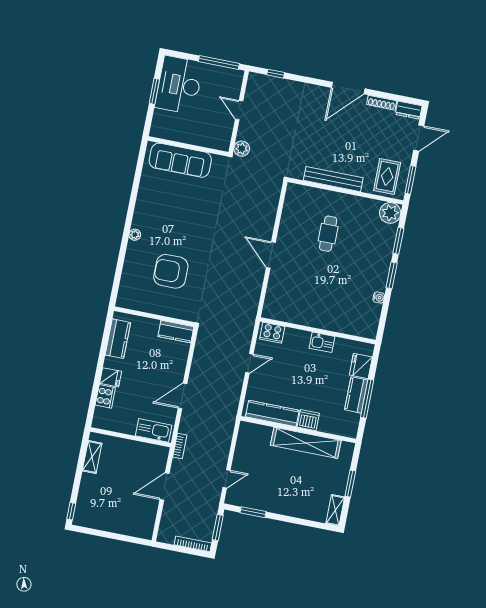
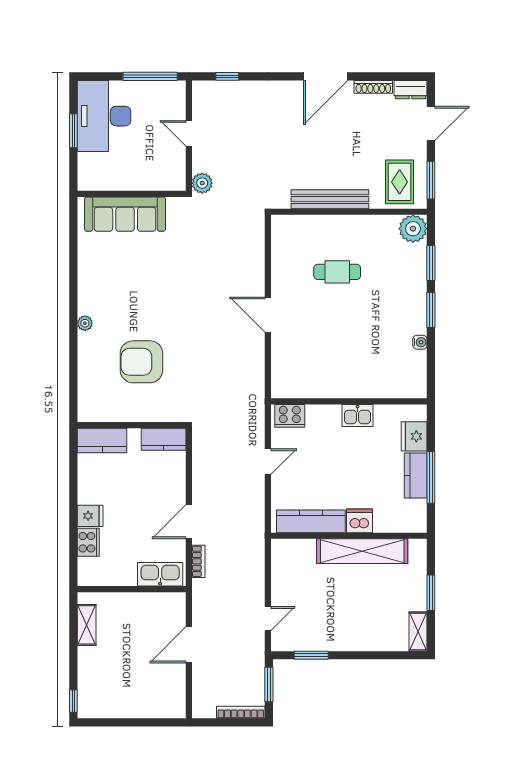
cafe table: (328, 234) -> (337, 272), turned 90
kitchen counter: (118, 339) -> (102, 440), moved, turned 90
bookcase: (180, 446) -> (198, 561), moved

